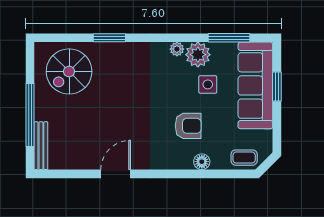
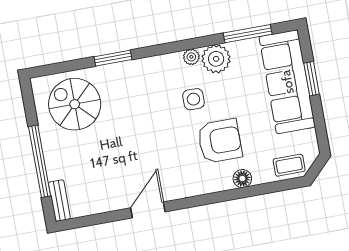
spiral stairs: (69, 71) -> (75, 104), turned 90
side table: (208, 84) -> (193, 99), moved
armchair: (188, 126) -> (220, 141), width x1.36, depth x1.36
bench: (41, 146) -> (59, 201), width x0.73

